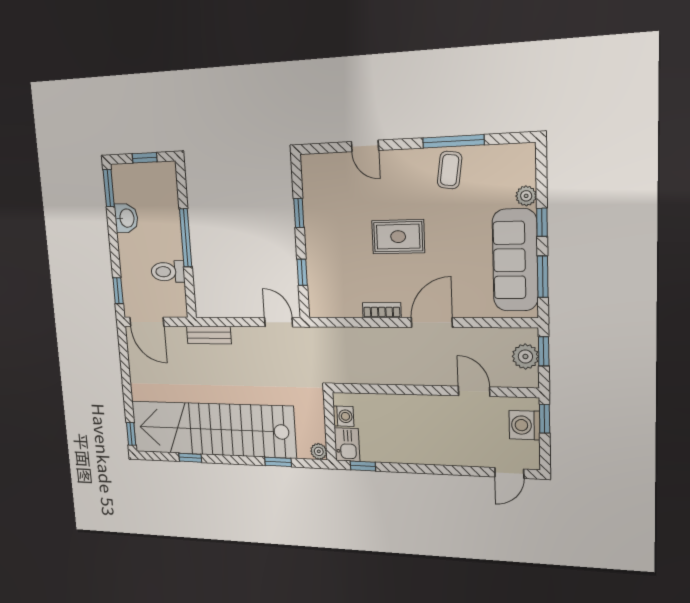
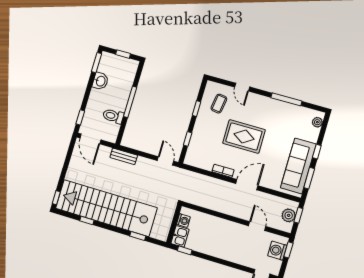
coffee table: (450, 170) -> (219, 104), moved
plant: (526, 196) -> (317, 122), moved
rug: (398, 237) -> (244, 136), width x1.36, depth x1.43
plant: (319, 451) -> (163, 236), removed

